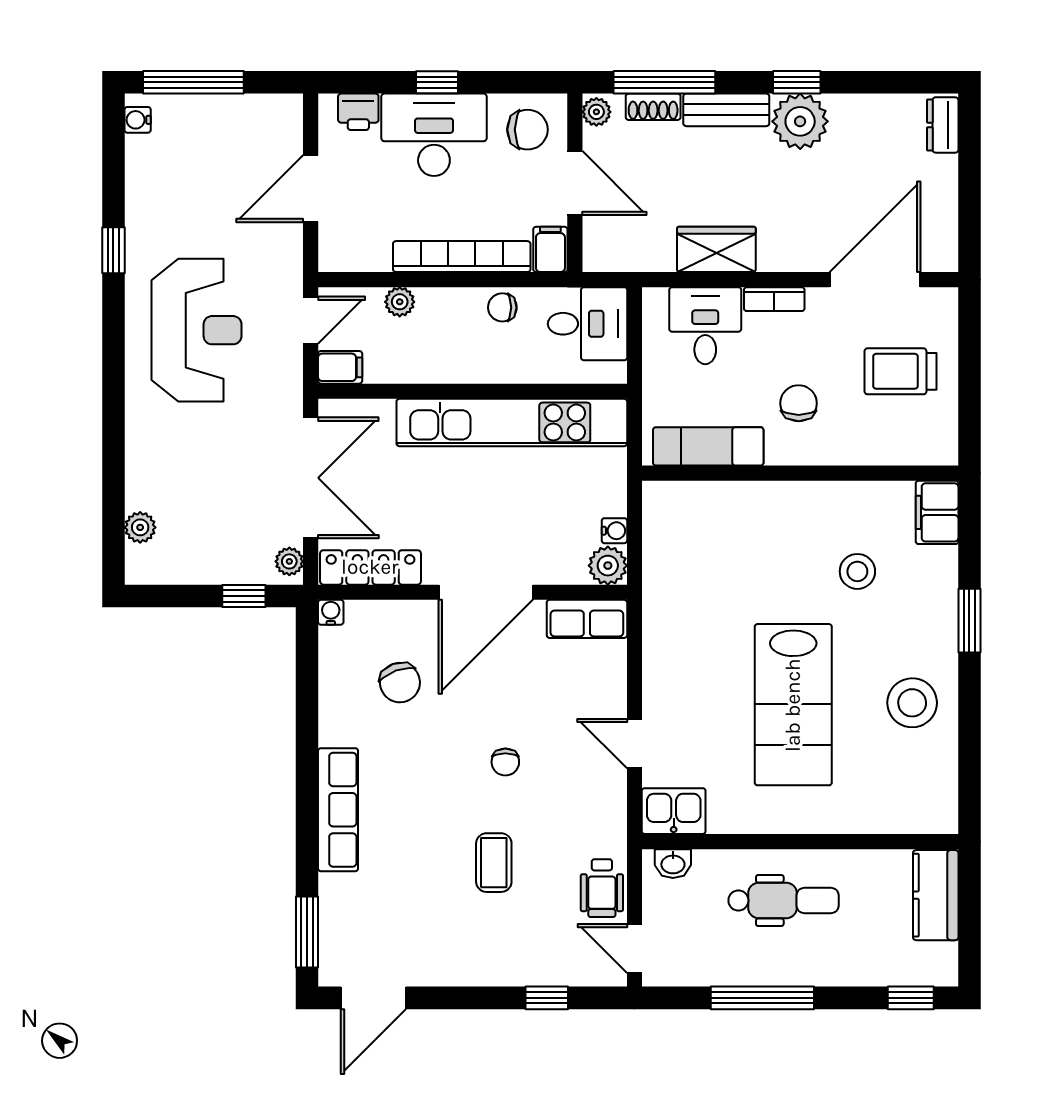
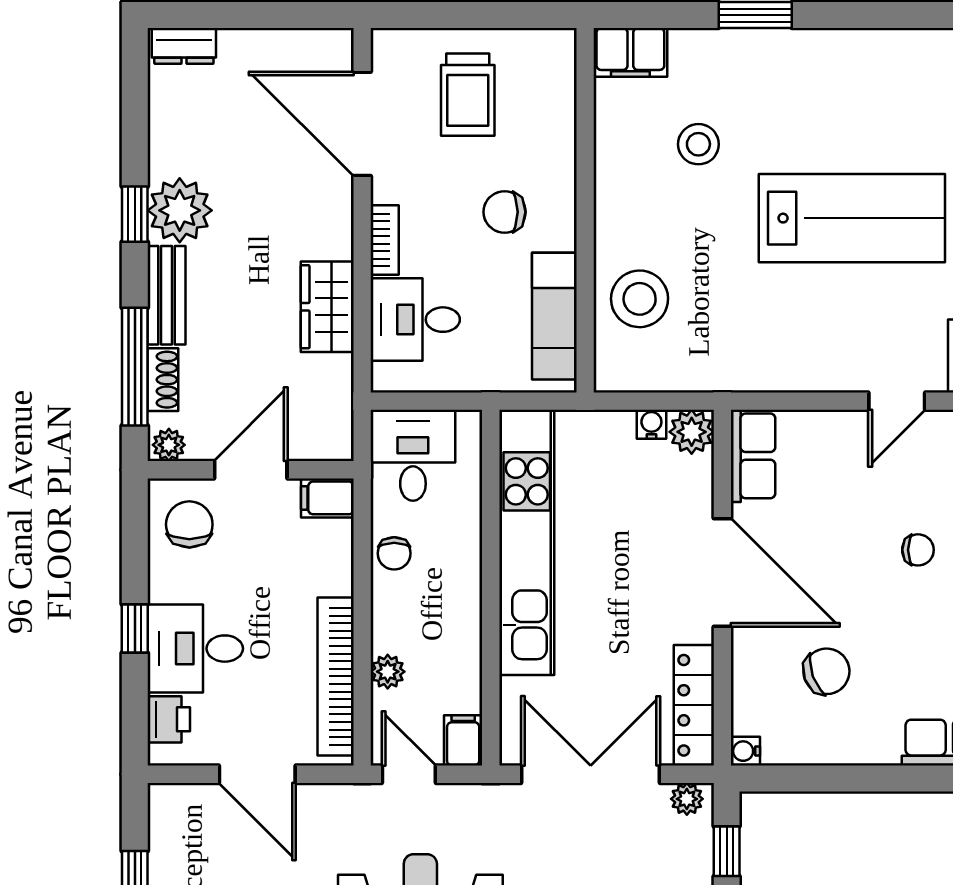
desk: (434, 135) -> (195, 649), width x0.73
bookcase: (462, 257) -> (336, 676), moved
stool: (912, 703) -> (640, 299), moved

